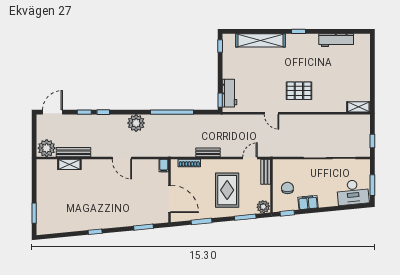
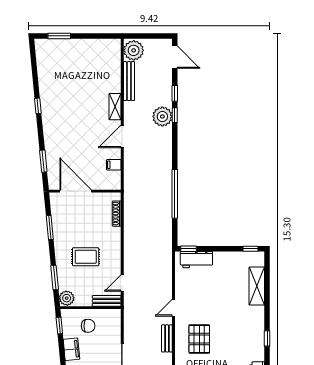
shelving: (260, 40) -> (257, 286), width x0.68
plant: (136, 123) -> (162, 116), moved
bench: (208, 152) -> (167, 338), moved
door: (250, 158) -> (122, 283), swing flipped
shelving: (69, 164) -> (115, 107), moved
filing cabinet: (164, 166) -> (114, 165), moved
rug: (227, 190) -> (86, 257), width x0.73, depth x0.70
door: (170, 199) -> (76, 191), swing flipped

